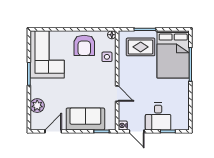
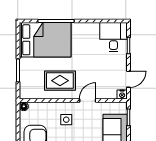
rug: (141, 47) -> (60, 81), moved, turned 90
side table: (107, 57) -> (66, 120), moved
desk: (158, 116) -> (113, 37), moved, turned -90

